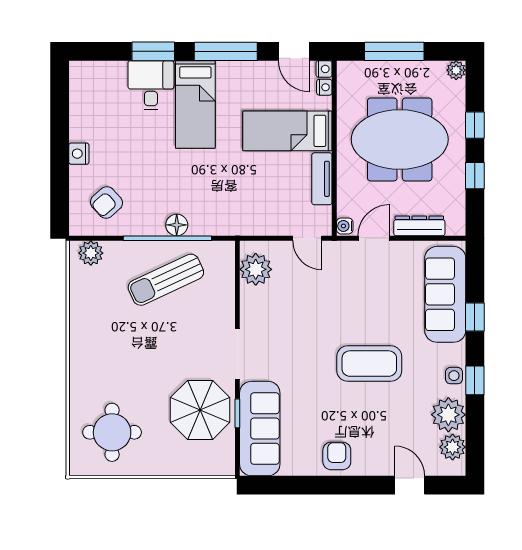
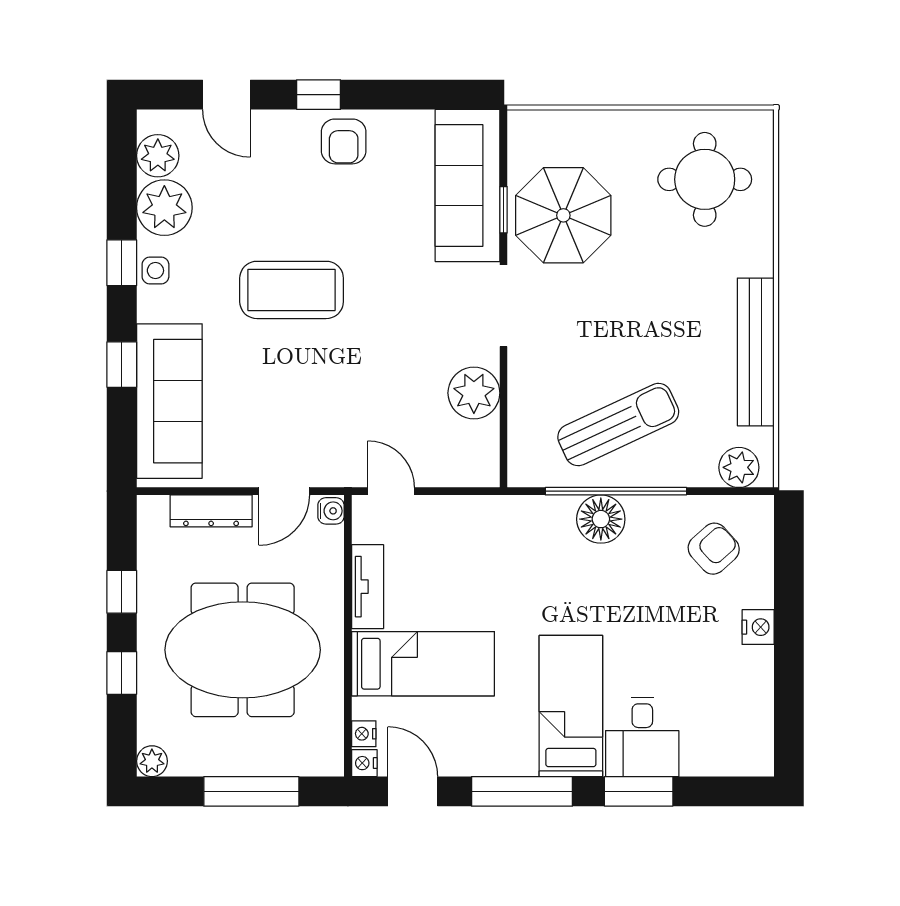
floor lamp: (177, 225) -> (601, 519), width x1.38, depth x1.38
plant: (256, 269) -> (474, 393), moved
bench: (80, 325) -> (756, 352), added
window: (352, 485) -> (319, 95), added

